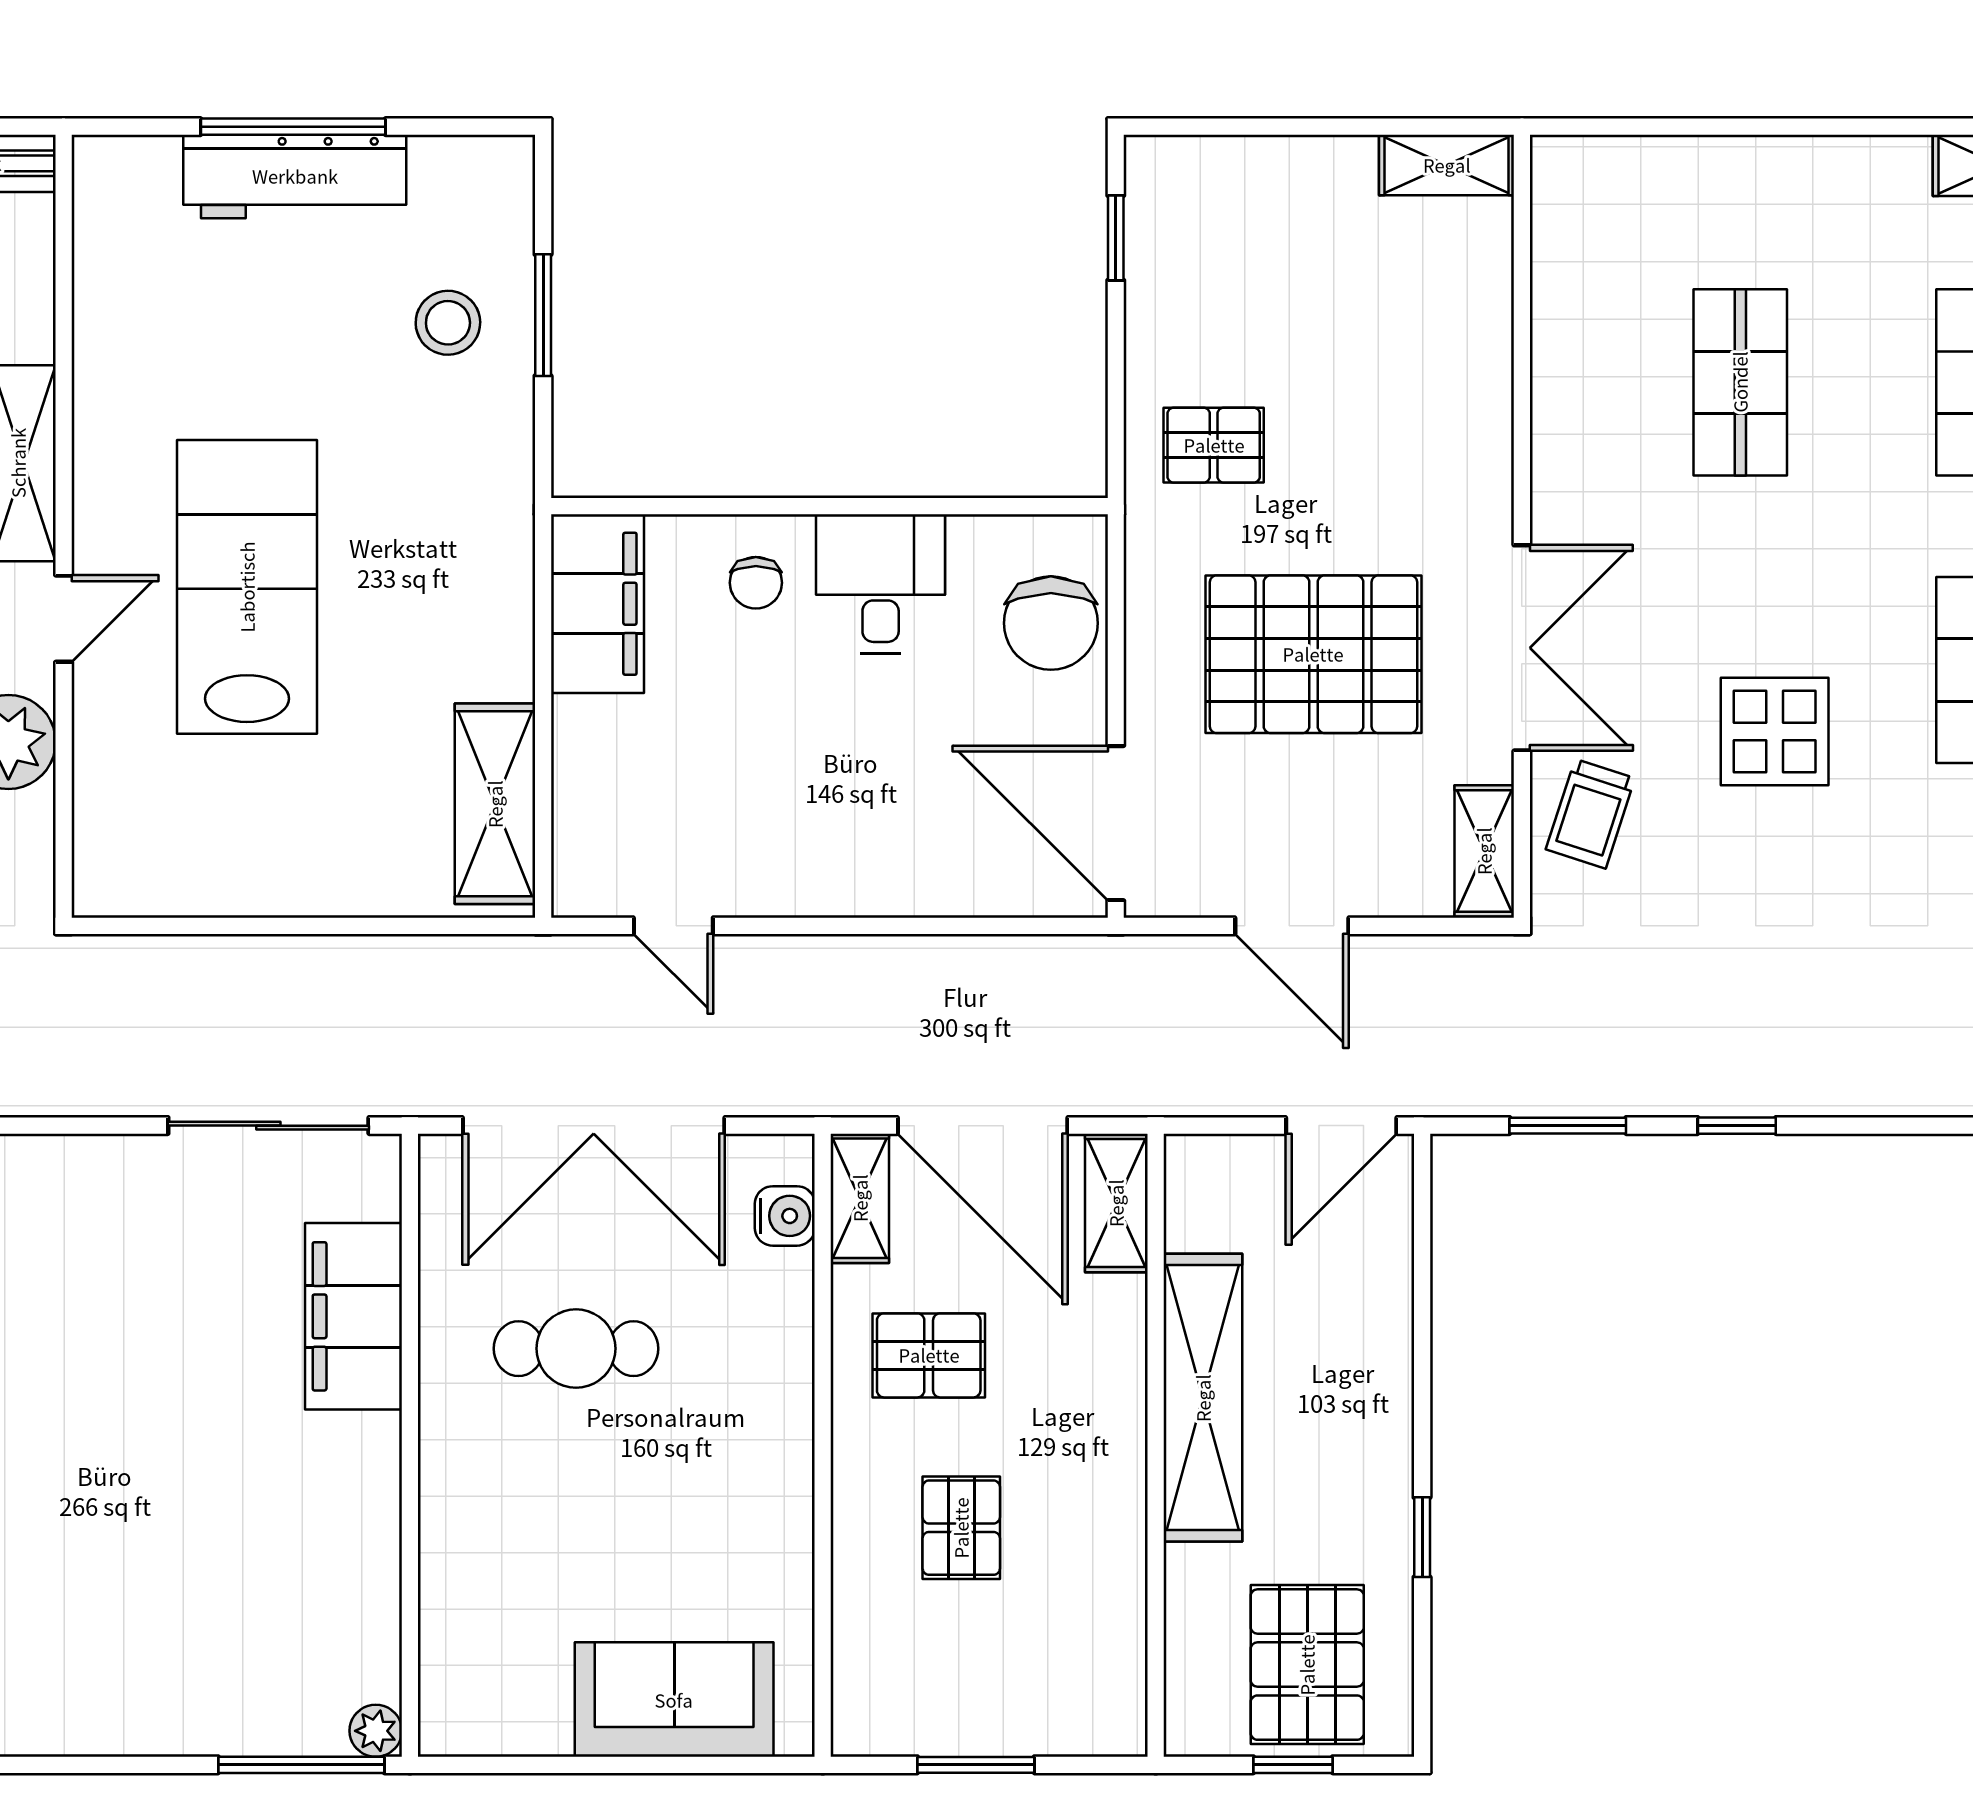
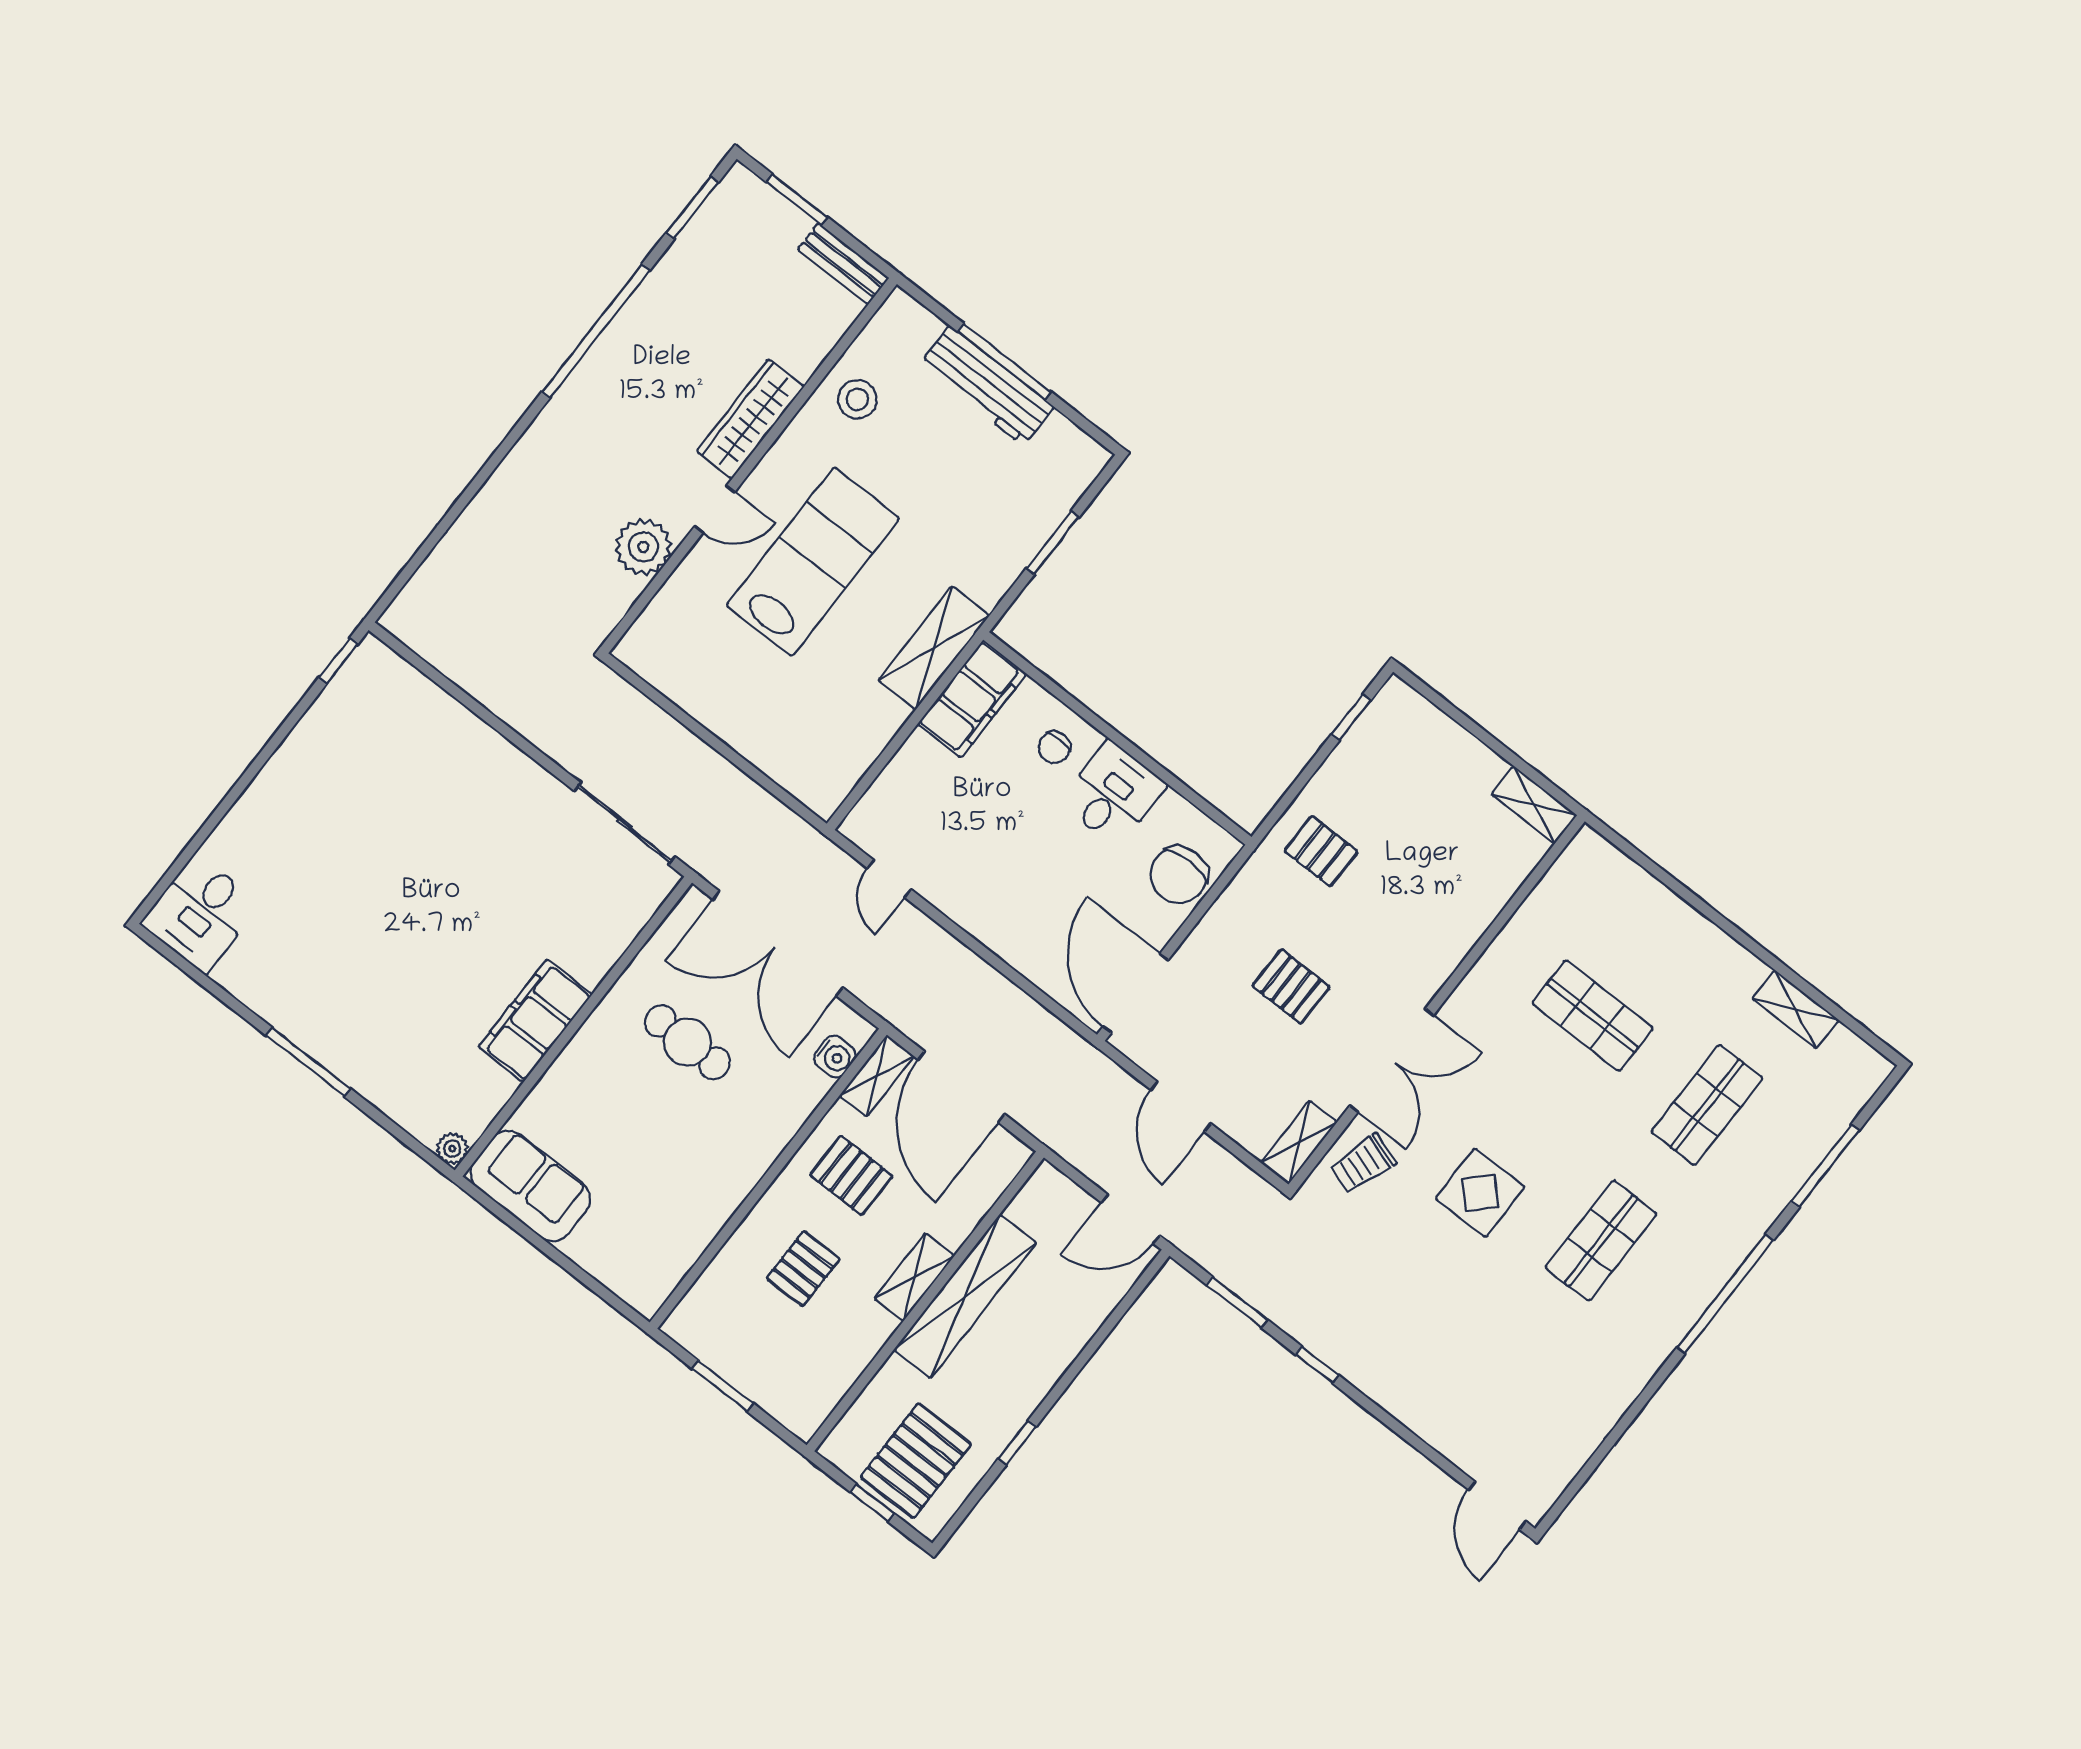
stool: (448, 323) -> (857, 399), moved
shop shelf: (1740, 382) -> (1593, 1016), turned 90
pallet: (1313, 654) -> (1291, 986), width x0.49, depth x0.50
shelving: (495, 804) -> (934, 648), moved
shelving: (1116, 1203) -> (914, 1277), moved
filing cabinet: (353, 1316) -> (535, 1021), moved
sofa: (674, 1700) -> (530, 1186), moved
window: (301, 1765) -> (308, 1062), moved

